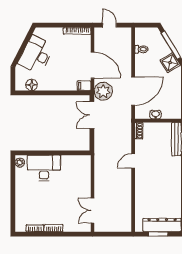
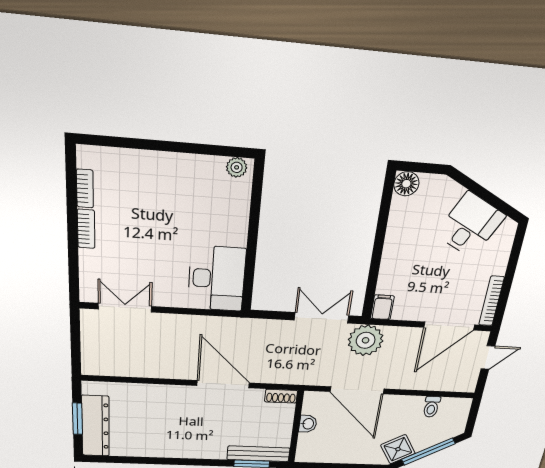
desk: (36, 55) -> (470, 225), width x0.73
door: (92, 65) -> (449, 326), moved
floor lamp: (32, 85) -> (406, 184), moved
door: (133, 161) -> (223, 384), width x1.88
desk: (44, 168) -> (217, 279), moved

